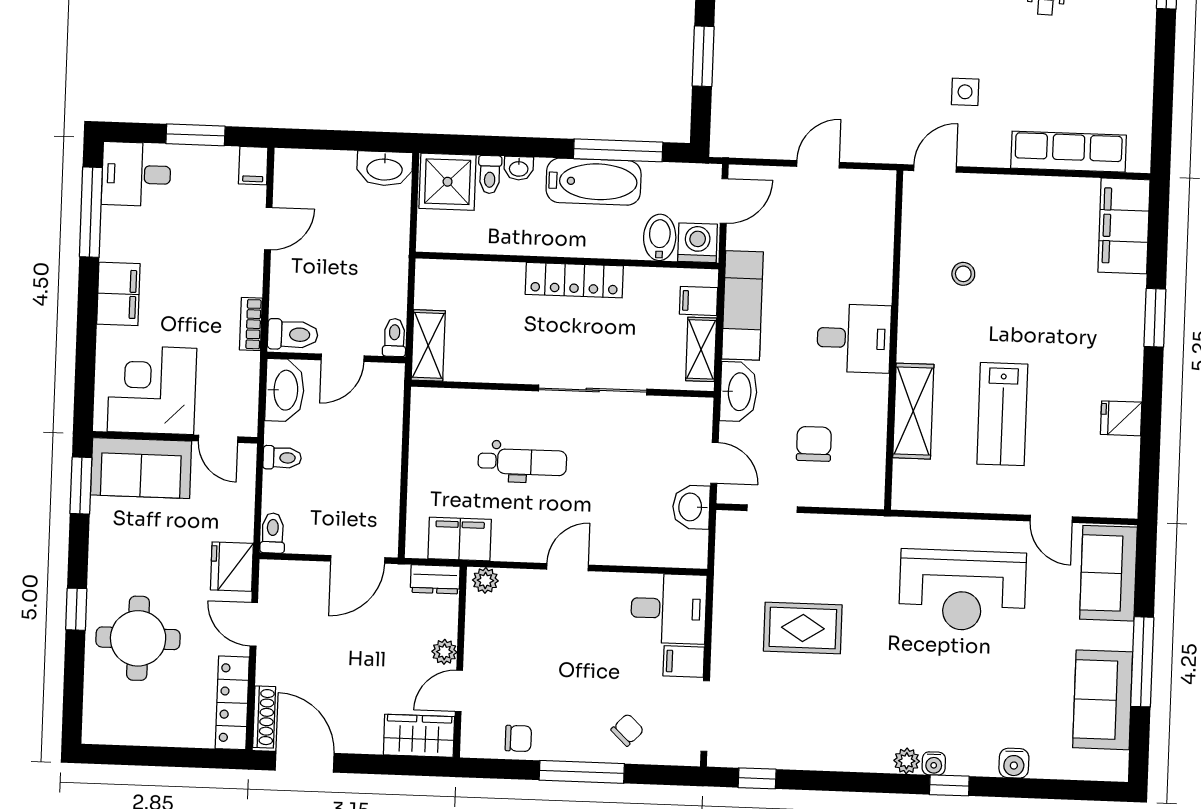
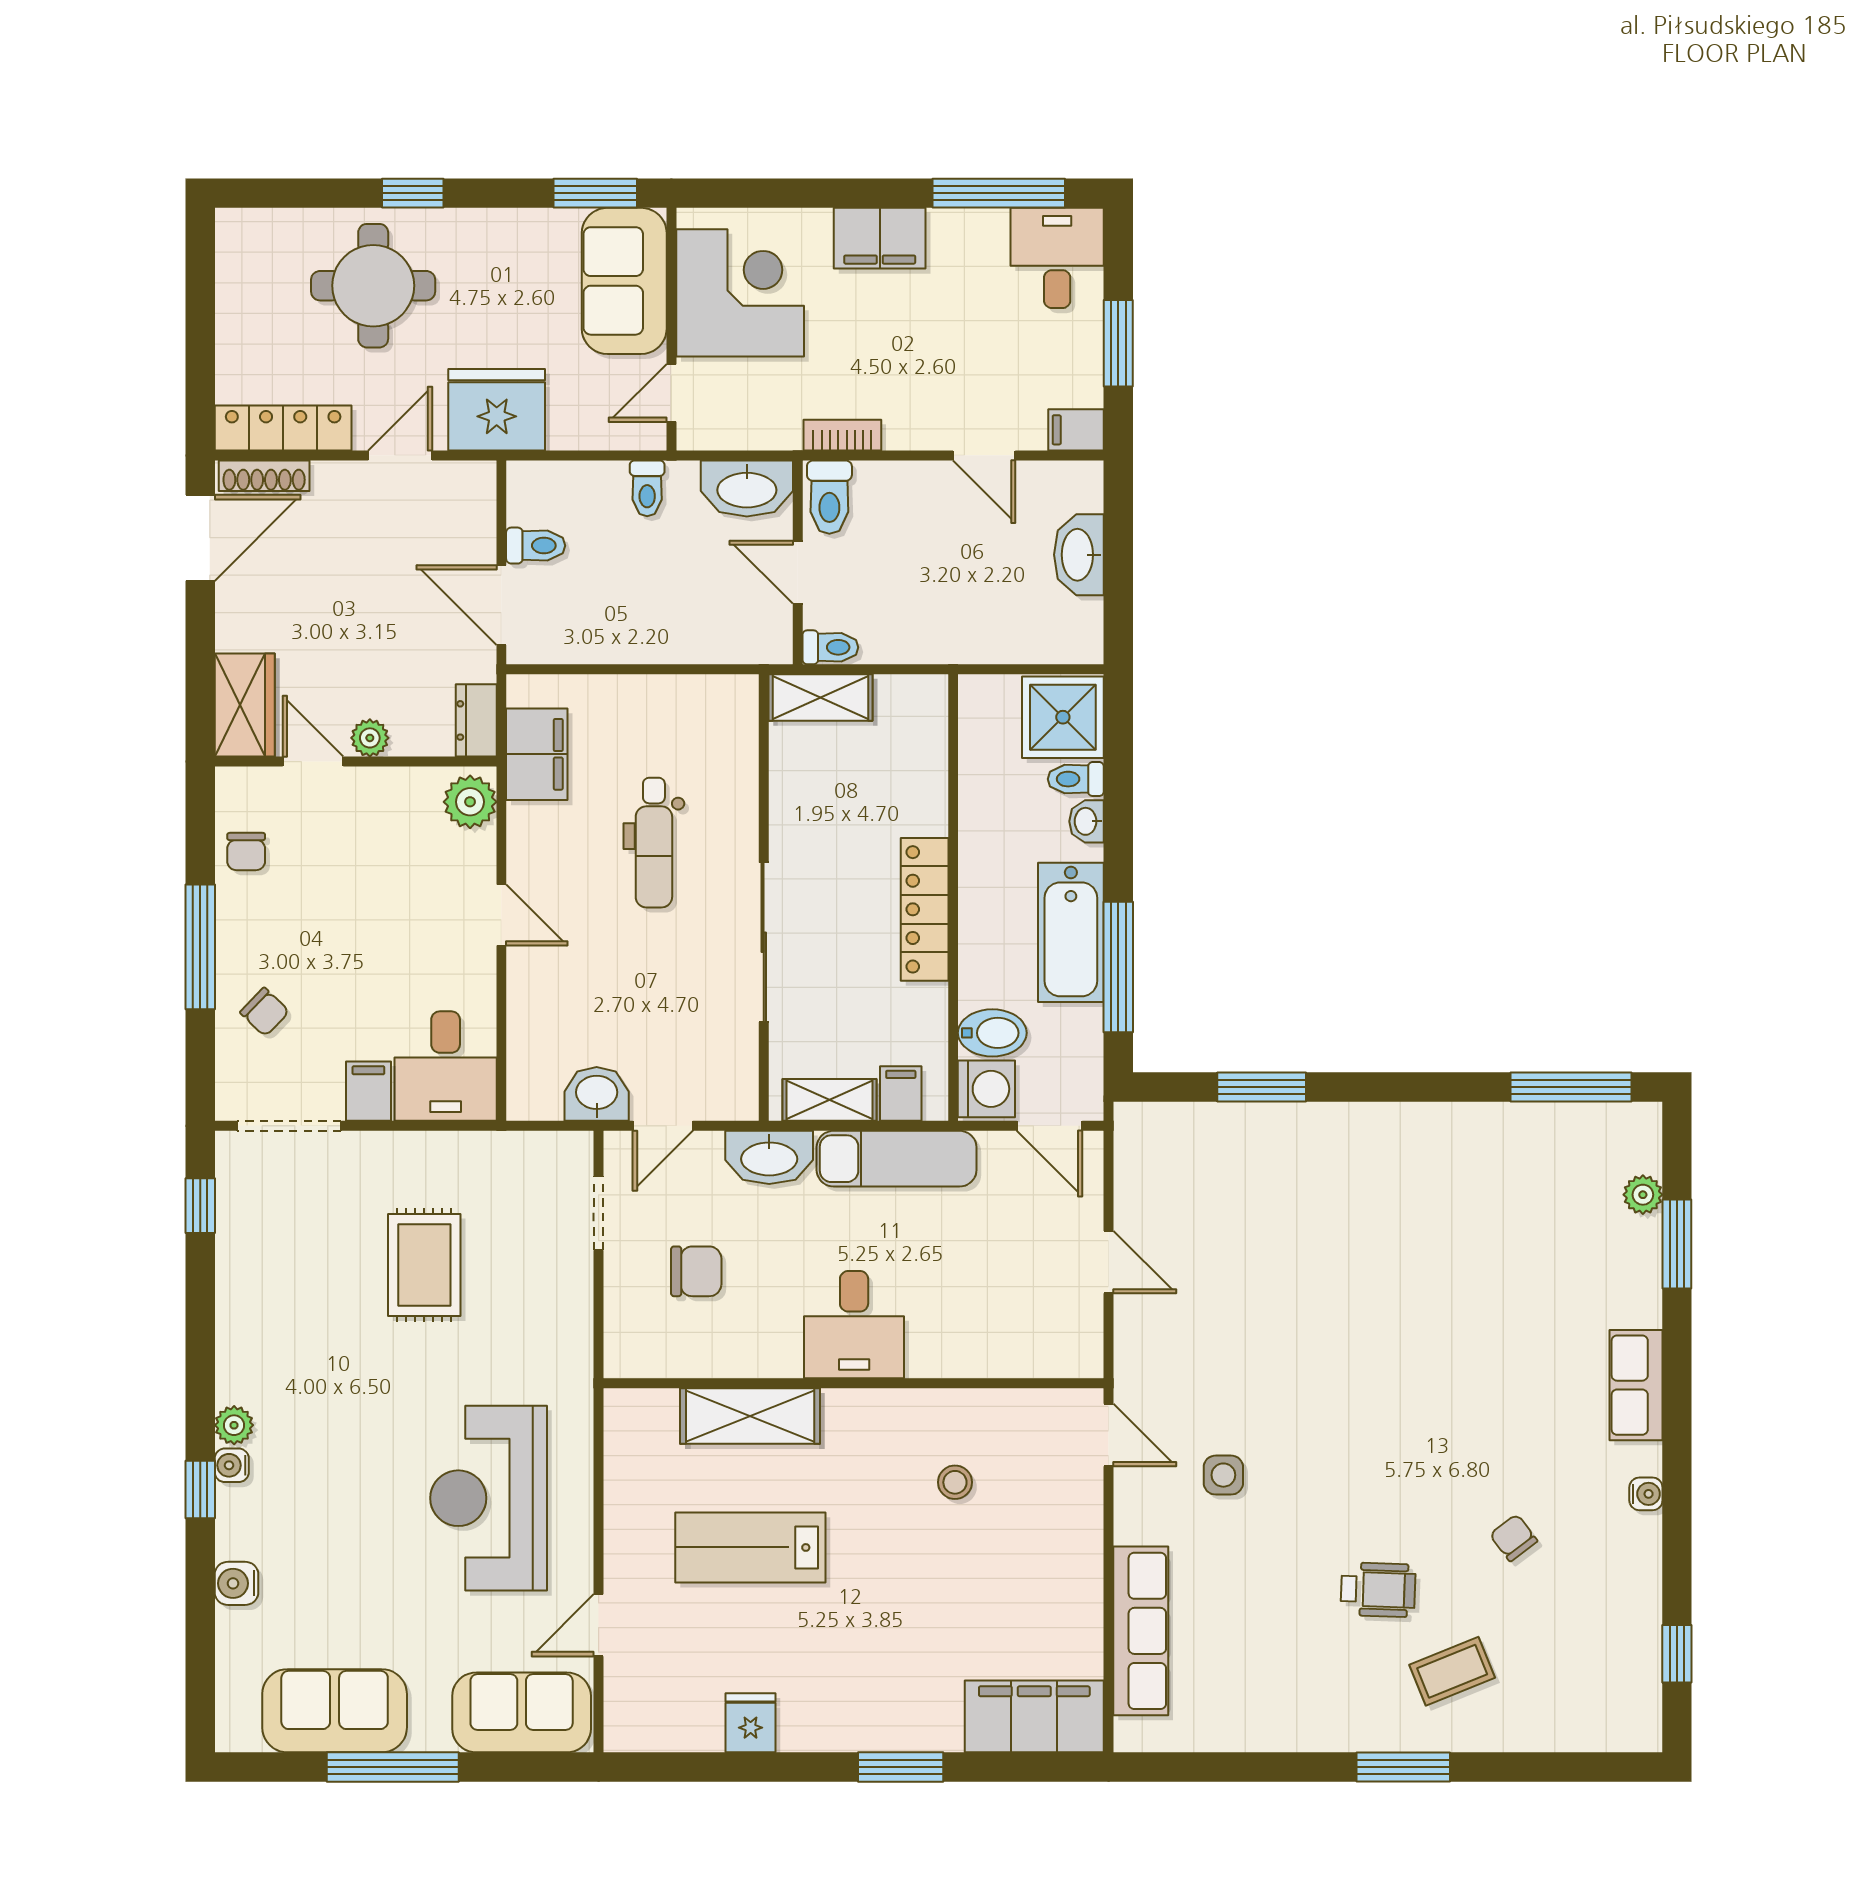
washbasin: (385, 169) -> (1079, 555), moved
toilet: (273, 533) -> (536, 546), moved
fridge: (232, 567) -> (497, 410), width x1.36, depth x1.34
plant: (485, 580) -> (470, 802), width x1.38, depth x1.38

